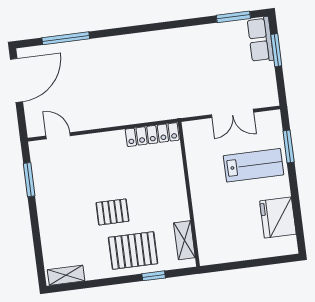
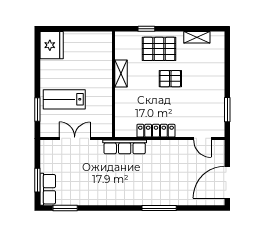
window: (66, 38) -> (159, 208), moved
row of seats: (163, 111) -> (125, 147), added
locker: (152, 135) -> (156, 131), moved
fridge: (278, 218) -> (52, 45), moved
shelving: (184, 240) -> (121, 74), moved
shelving: (66, 275) -> (197, 37), moved

